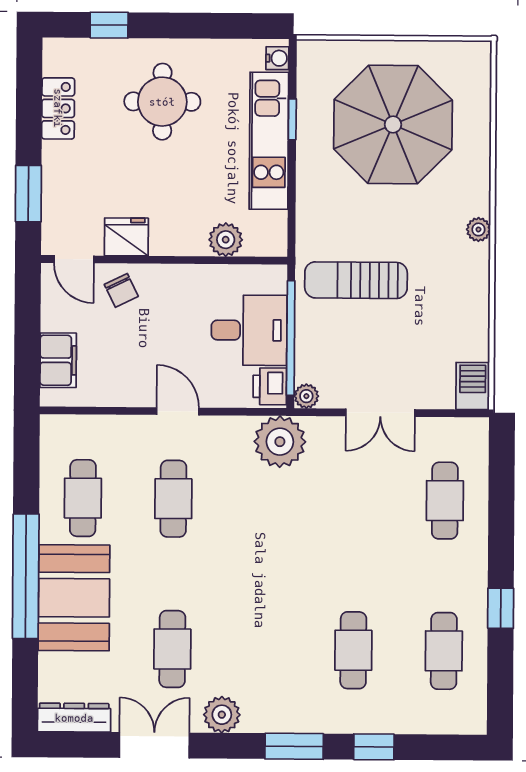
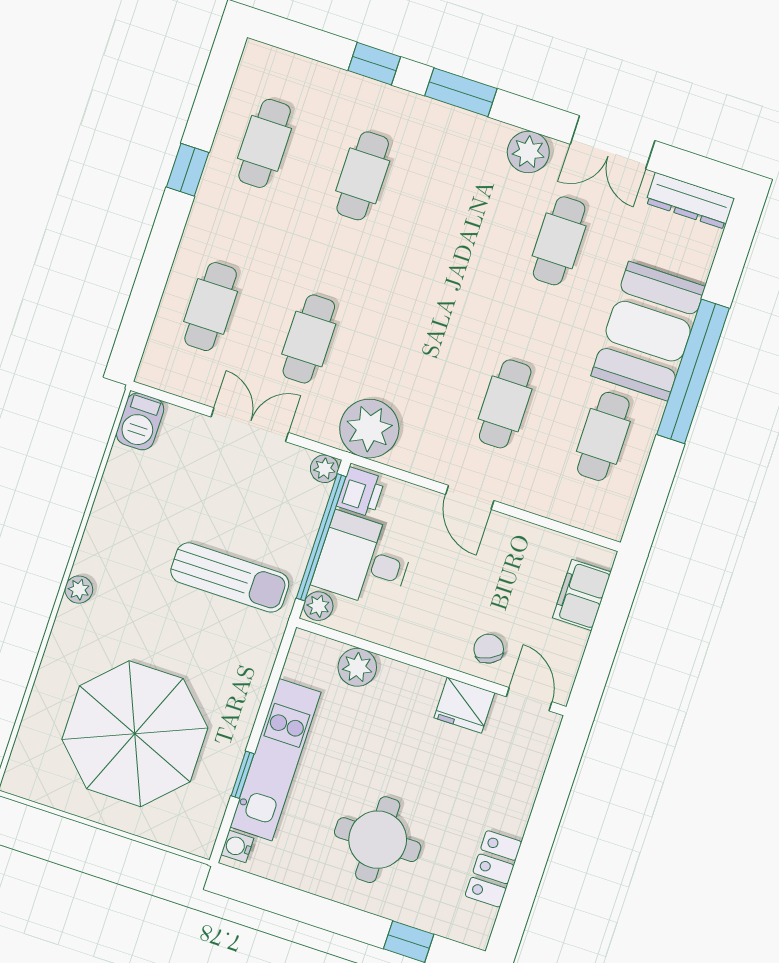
window: (28, 194) -> (556, 787), removed
plant: (275, 280) -> (318, 606), added
cafe table: (354, 500) -> (309, 339), added

